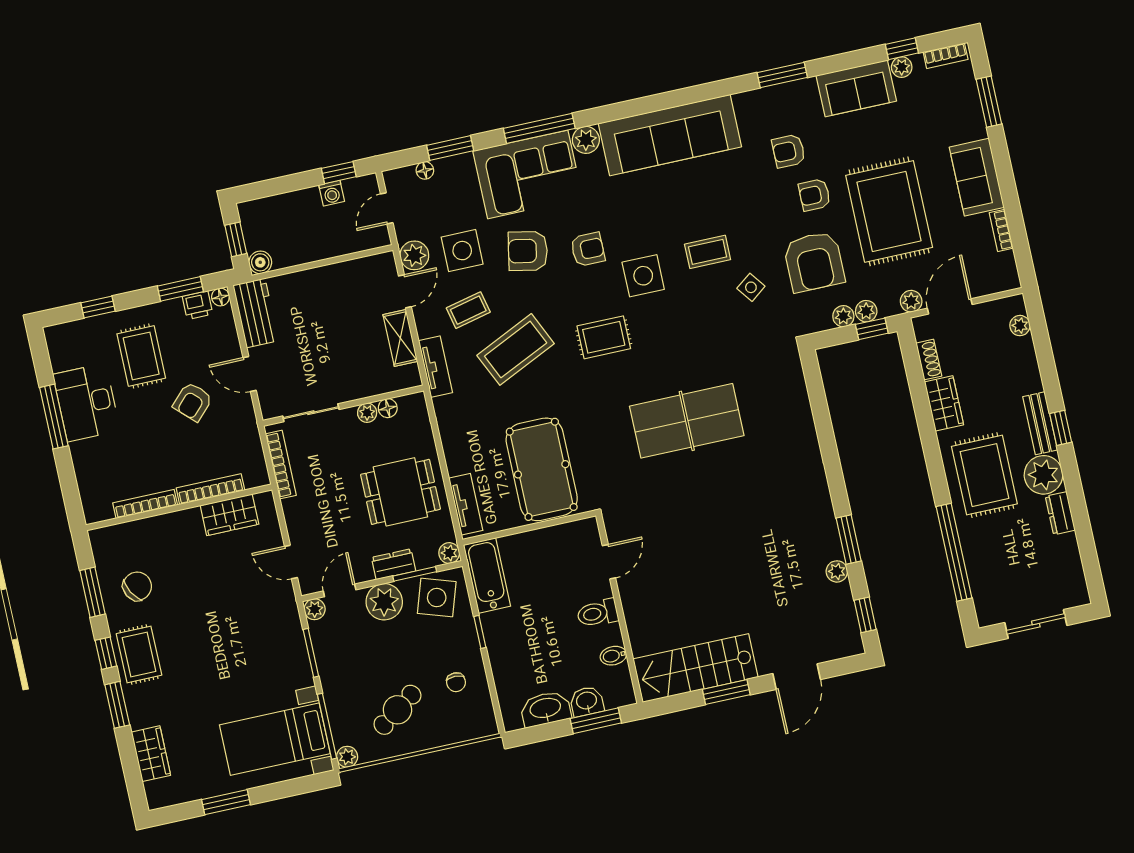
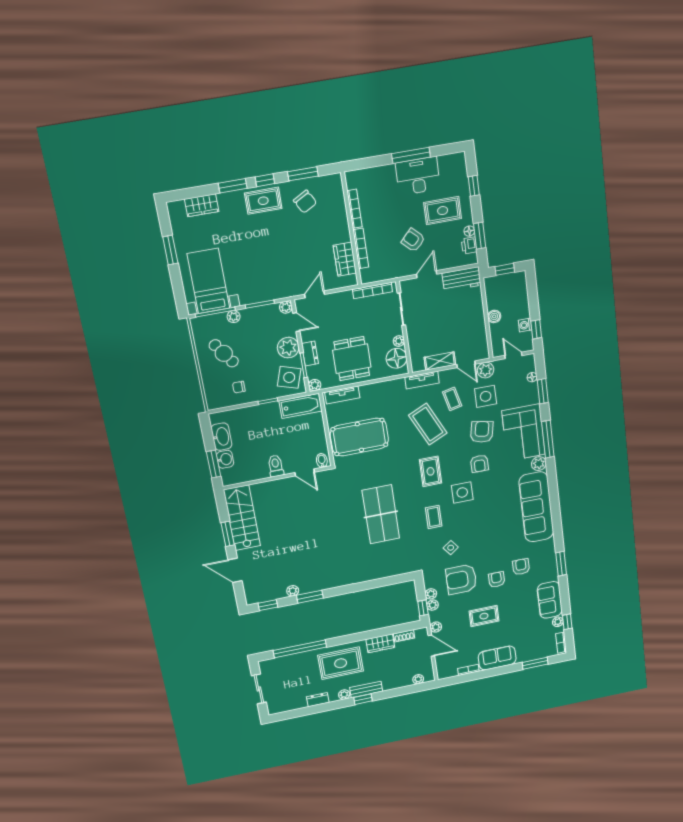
rug: (889, 211) -> (484, 616), width x0.54, depth x0.49
coffee table: (708, 252) -> (434, 517), moved
boiler: (260, 262) -> (494, 316), moved
floor lamp: (220, 297) -> (469, 231), moved
floor lamp: (388, 408) -> (396, 358), width x1.89, depth x1.89
plant: (1043, 475) -> (344, 695), width x0.53, depth x0.53
bidet: (613, 656) -> (322, 461), moved
plant: (347, 757) -> (234, 317), moved

